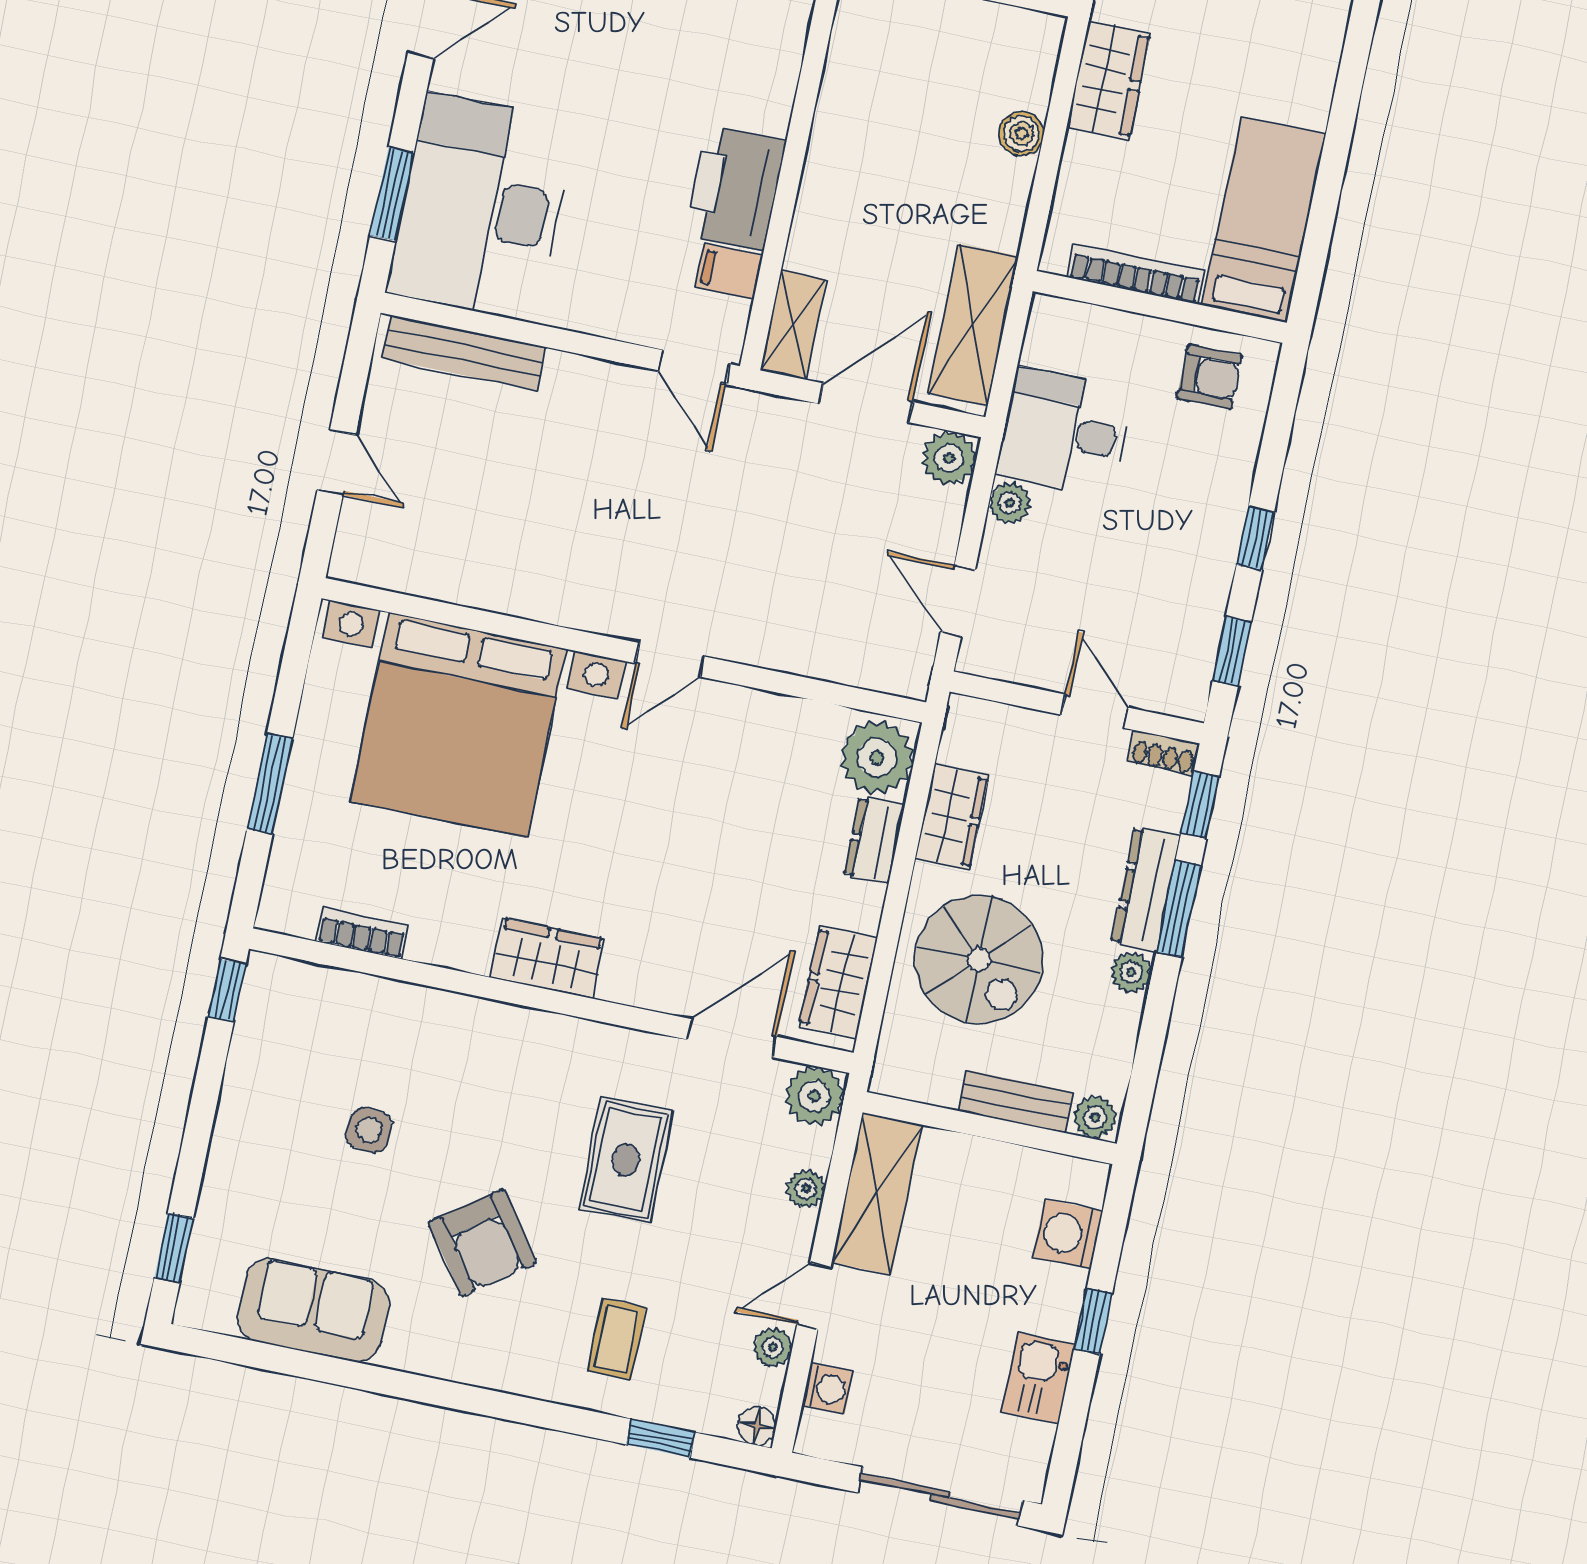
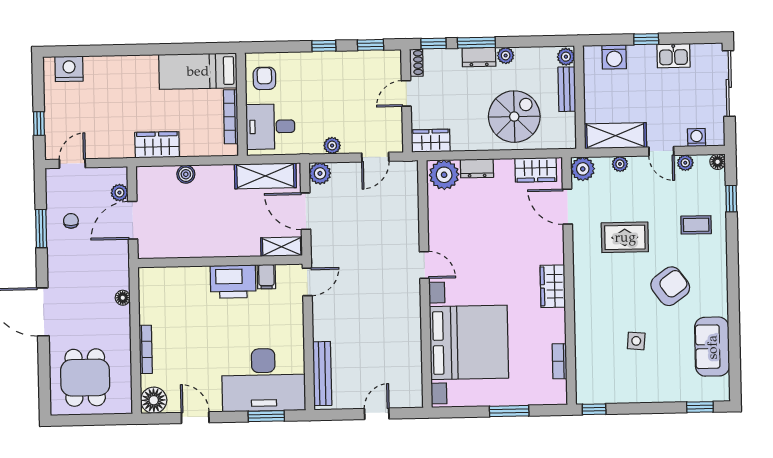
desk: (1065, 432) -> (270, 127), moved, turned 90
wardrobe: (952, 817) -> (431, 141), moved
dresser: (1146, 889) -> (479, 57), width x0.70

